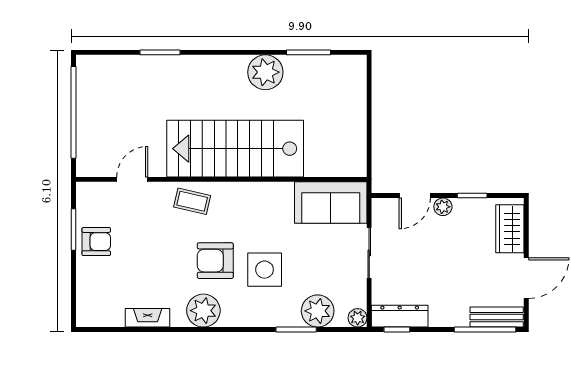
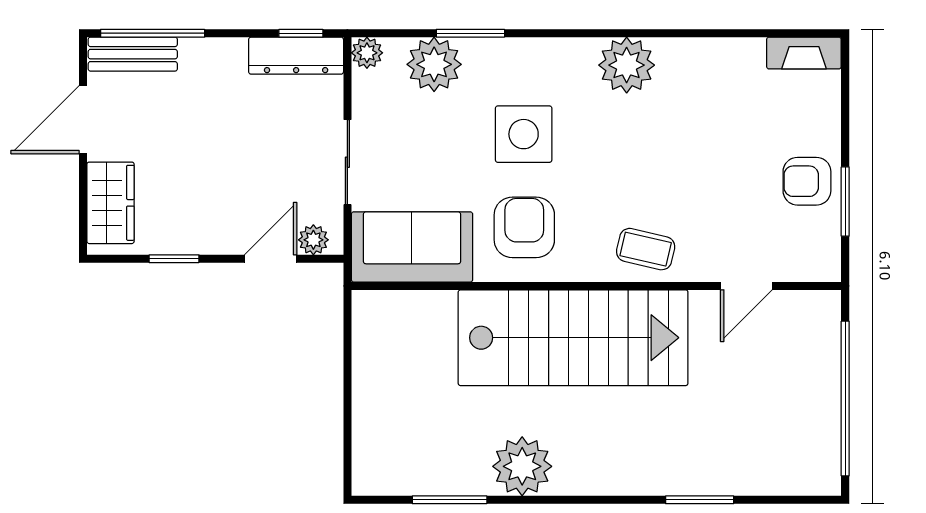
plant: (443, 207) -> (313, 240), moved
armchair: (215, 261) -> (524, 227), moved, turned -90
fireplace: (148, 318) -> (804, 53), moved

